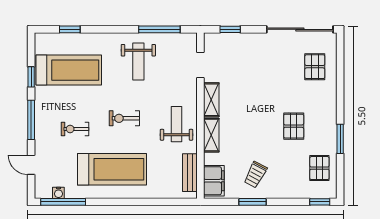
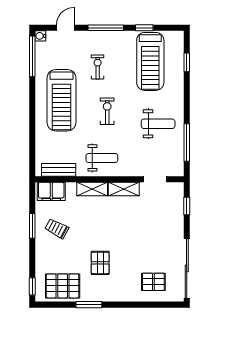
weight bench: (138, 61) -> (158, 124), turned 180
pallet: (294, 126) -> (100, 263), turned 90
pallet: (319, 168) -> (63, 286), width x1.50, depth x1.42
water cooler: (58, 193) -> (40, 36), moved

